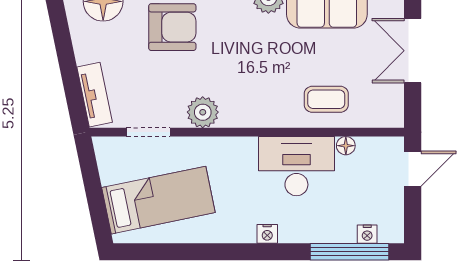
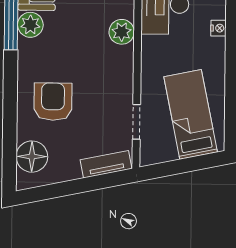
plant: (203, 112) -> (122, 32), moved

